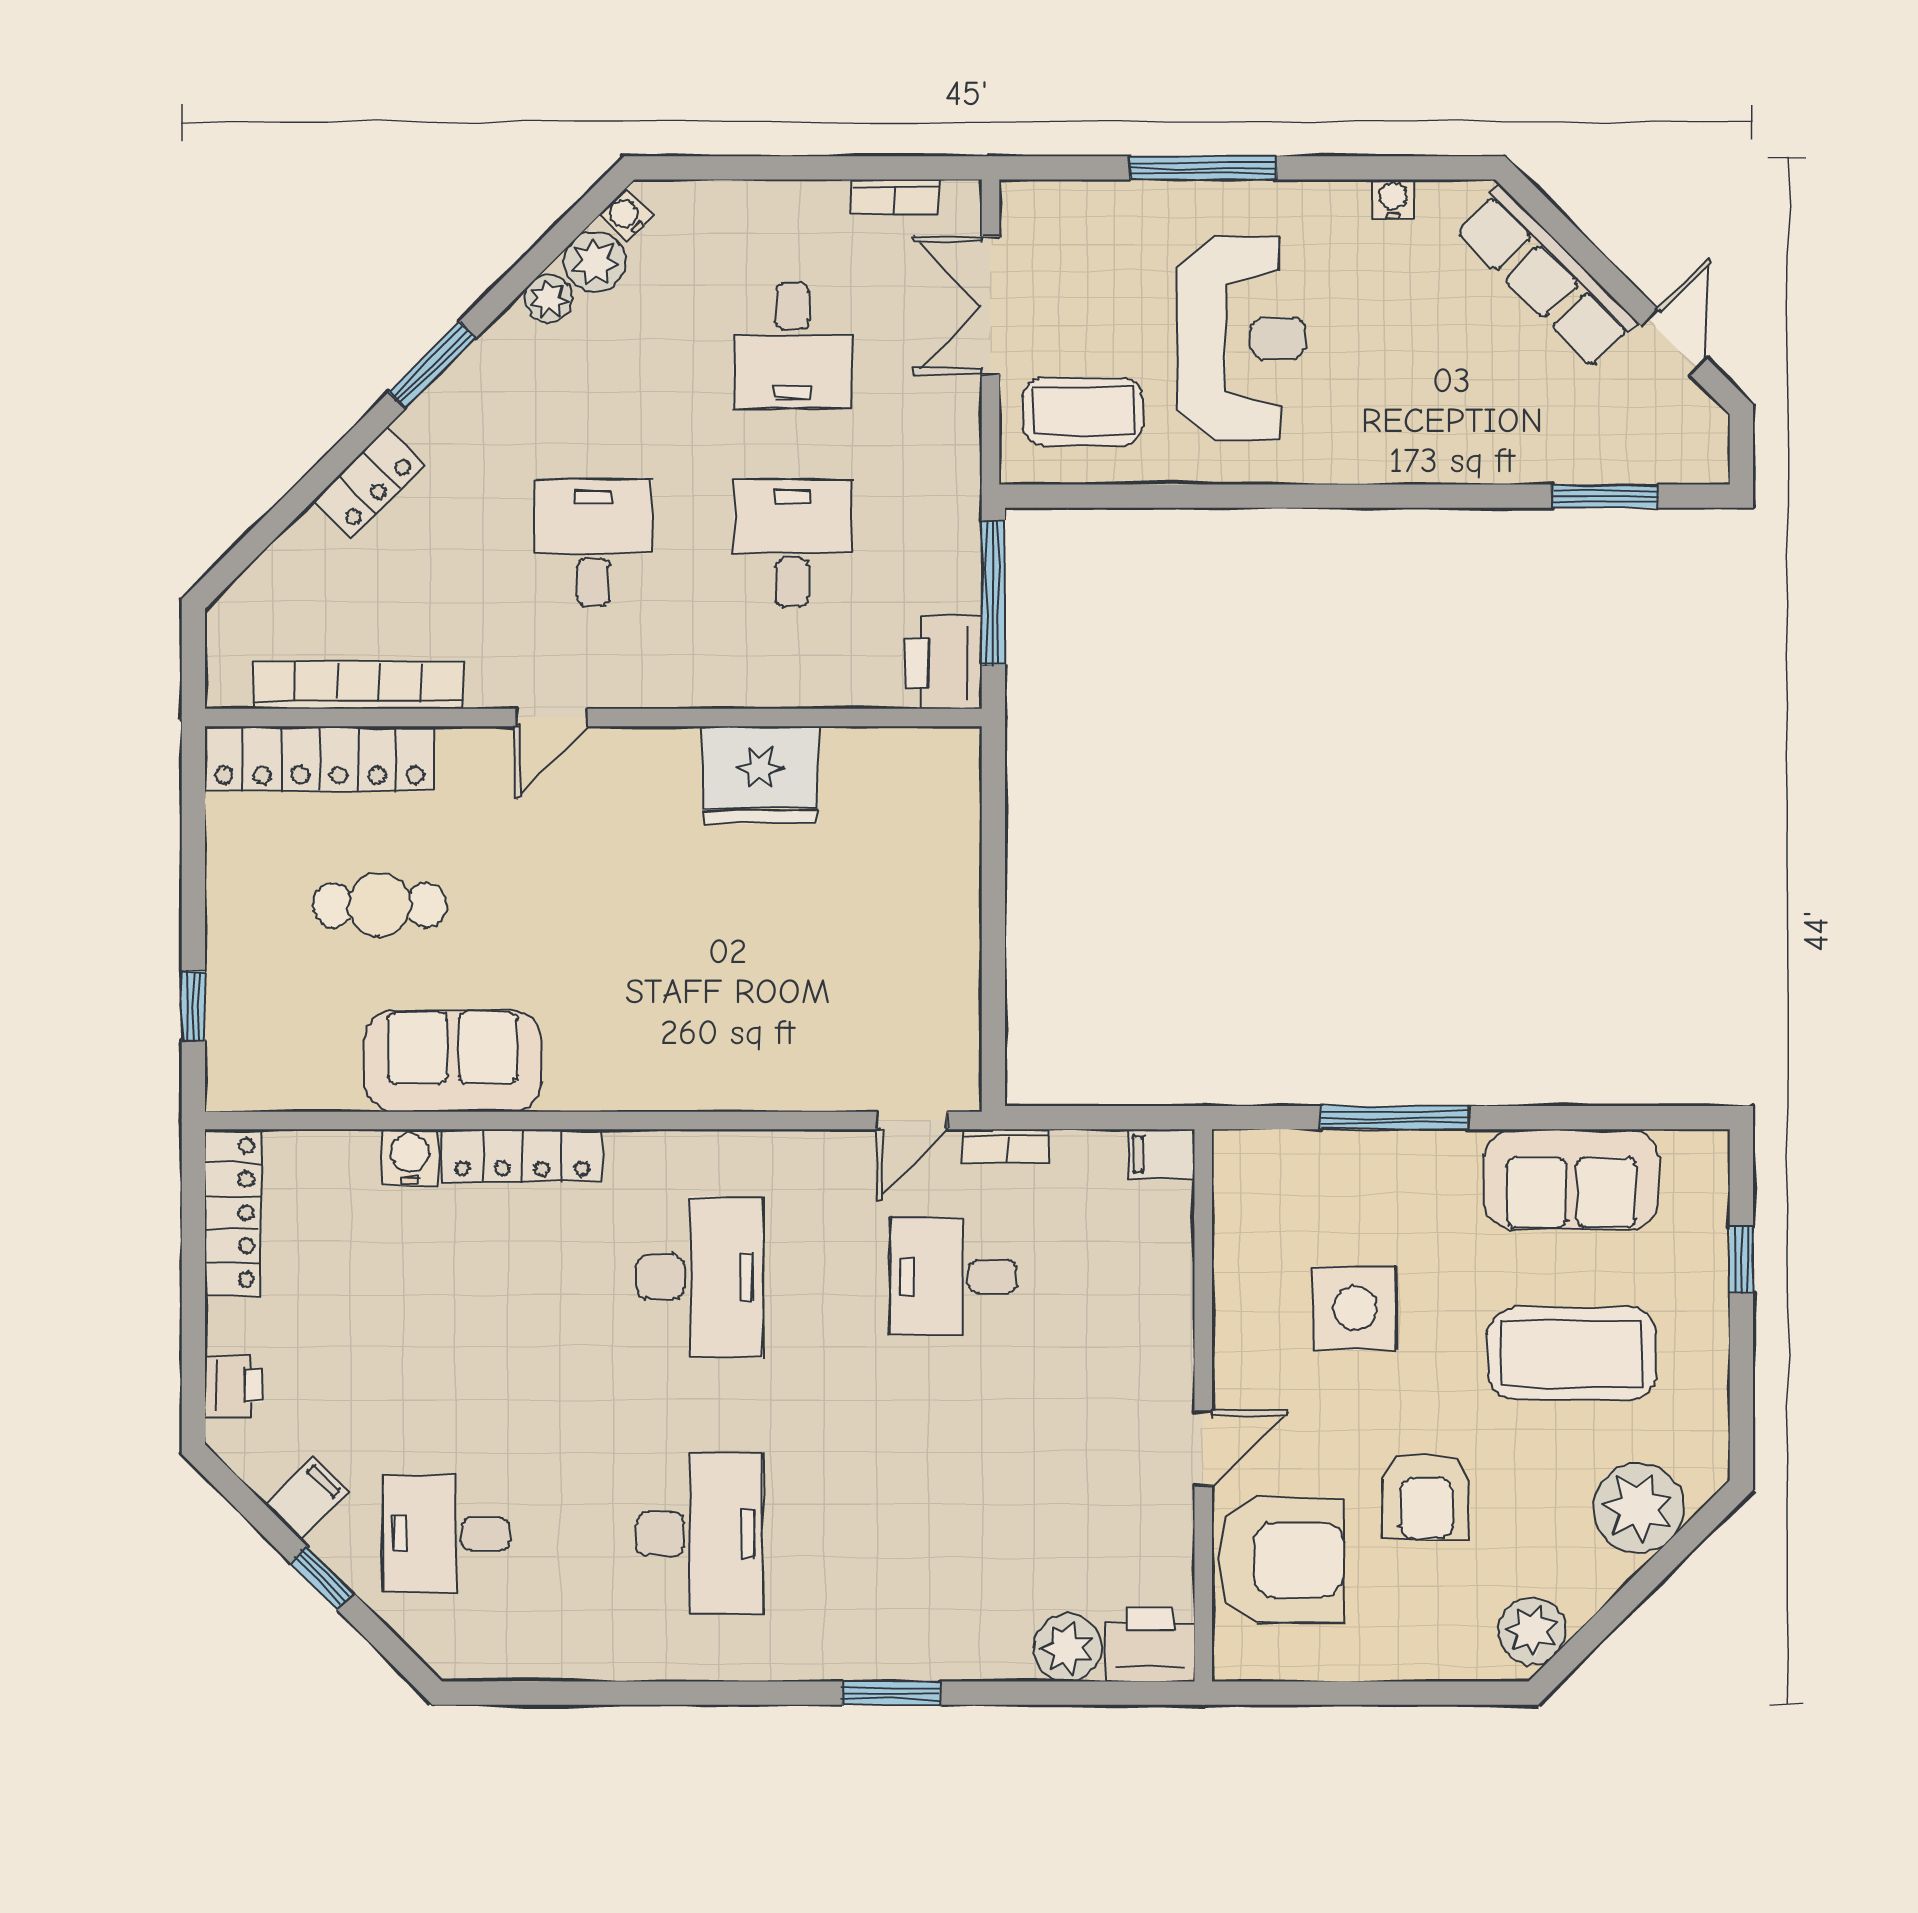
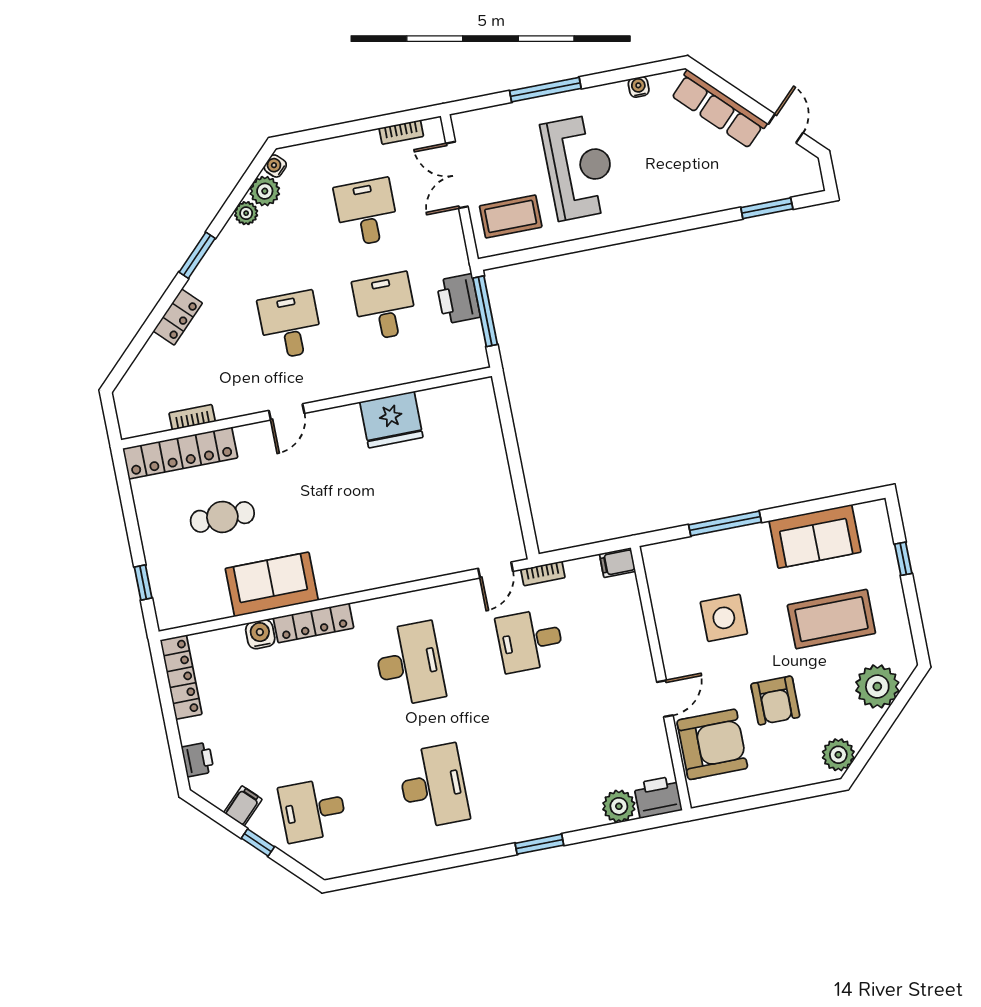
desk: (792, 345) -> (366, 212), turned 180
printer: (944, 663) -> (458, 299), moved
bookcase: (358, 685) -> (192, 417), width x0.43, depth x0.76

